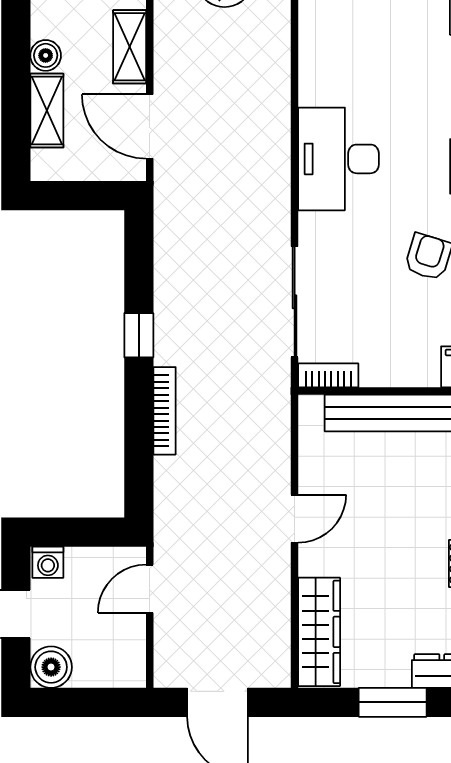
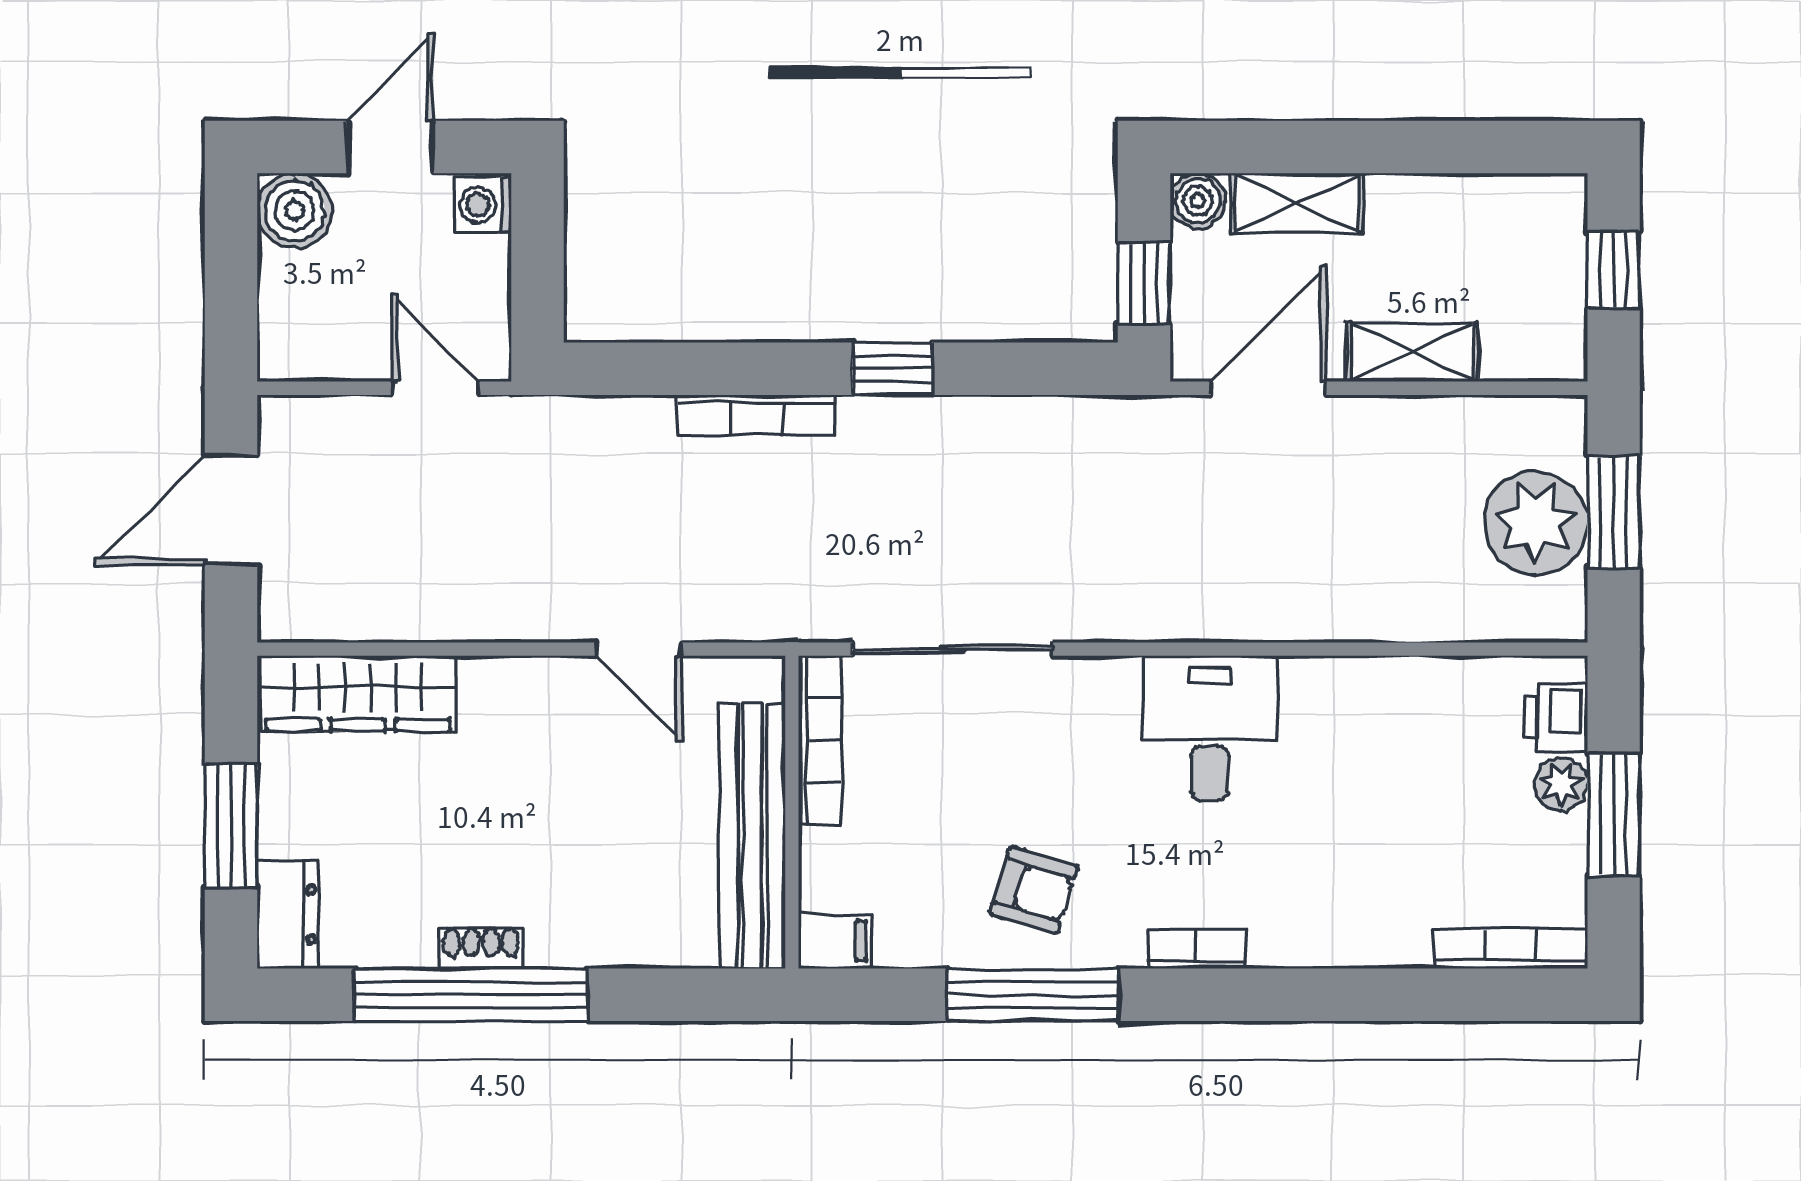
boiler: (46, 55) -> (1198, 201), moved
desk: (338, 159) -> (1210, 728), width x0.73
window: (92, 196) -> (1144, 283), added
bookcase: (328, 375) -> (820, 740), width x1.56
door: (295, 519) -> (639, 649), moved

